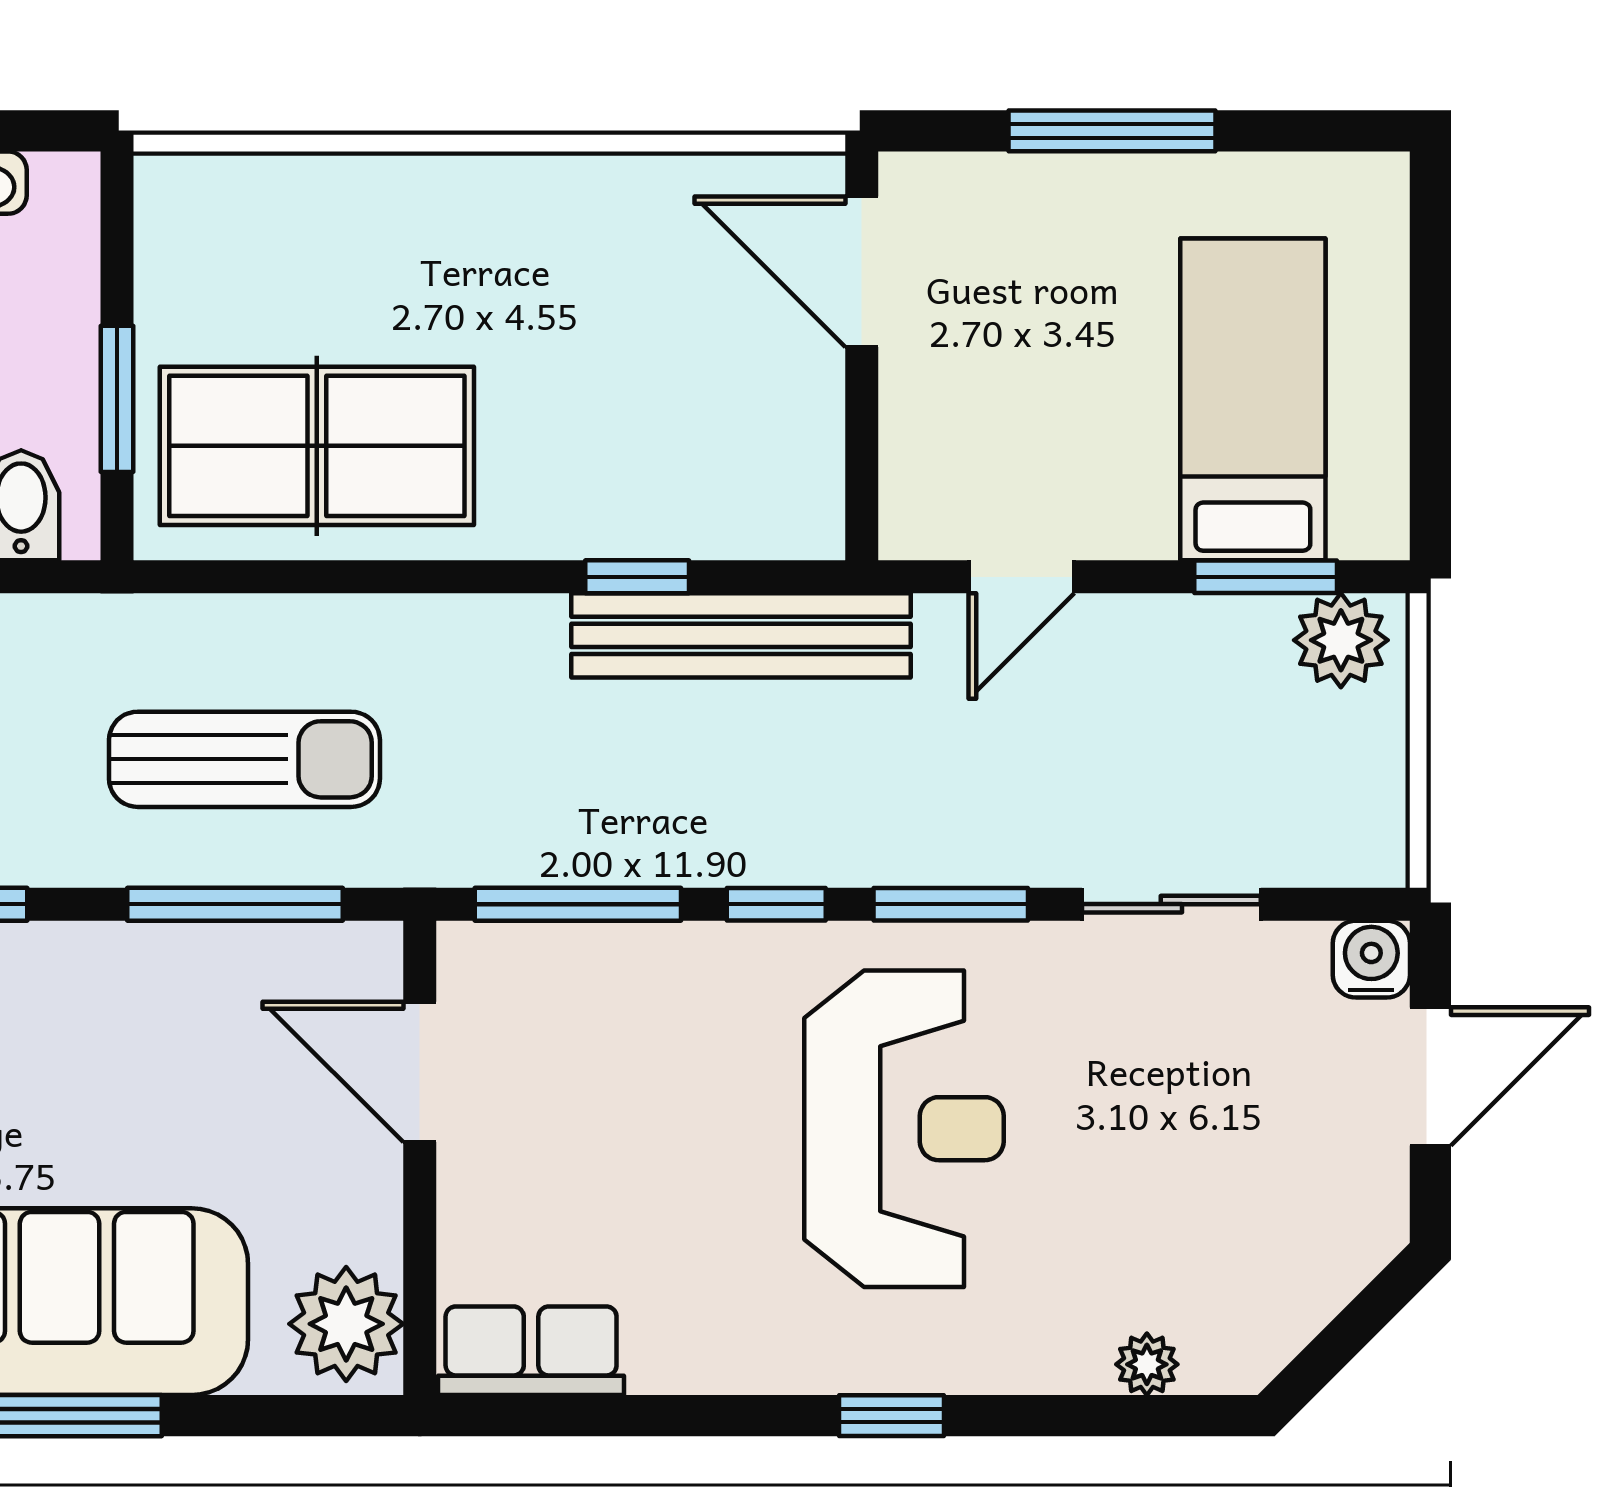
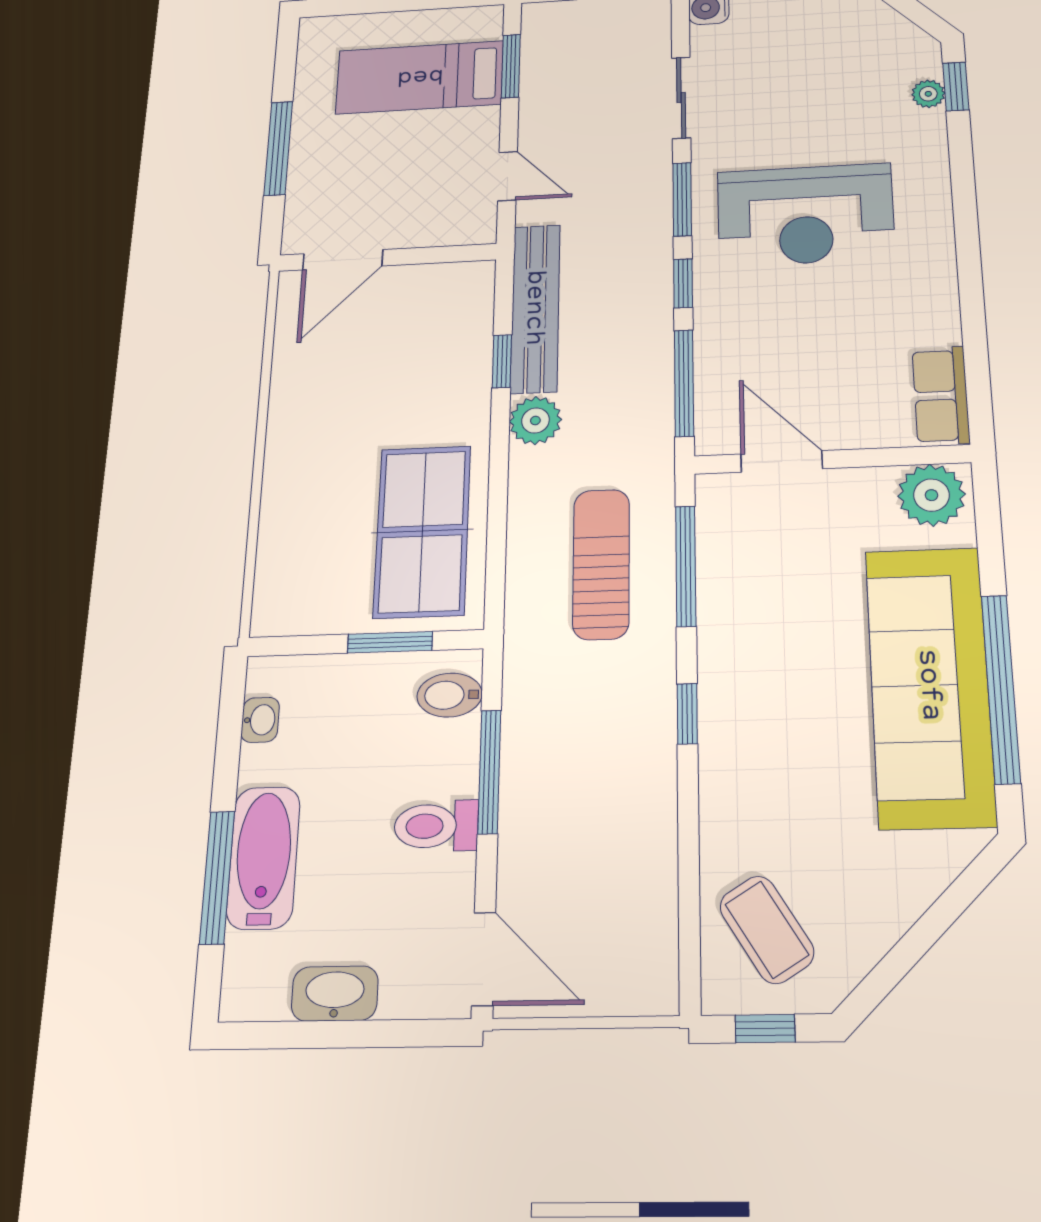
plant: (1341, 640) -> (535, 421), moved
door: (420, 1072) -> (782, 461), swing flipped
reception desk: (904, 1129) -> (805, 215), turned 180
window: (892, 1416) -> (956, 86), moved

